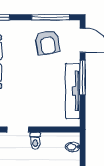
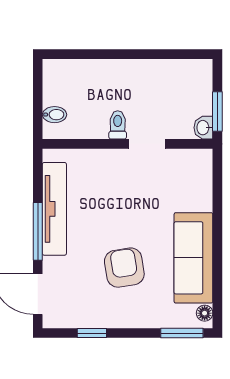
window: (50, 17) -> (92, 333), width x0.46
armchair: (47, 43) -> (124, 268), moved

